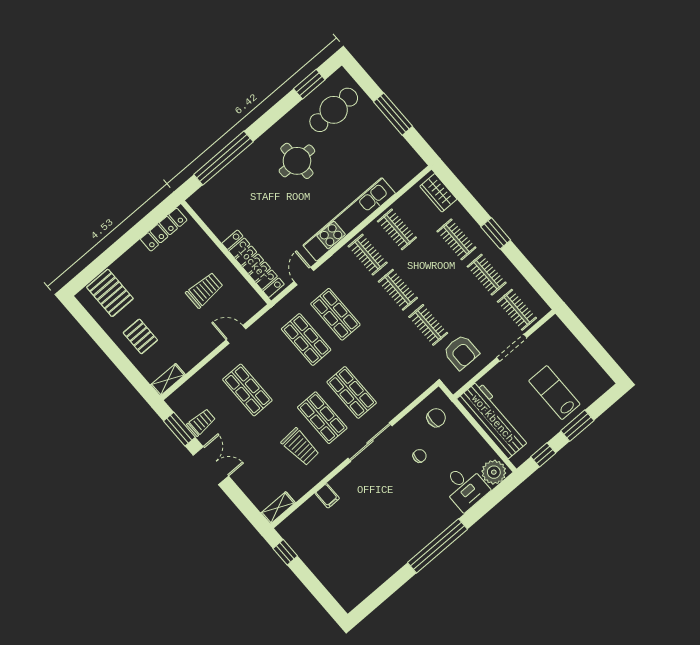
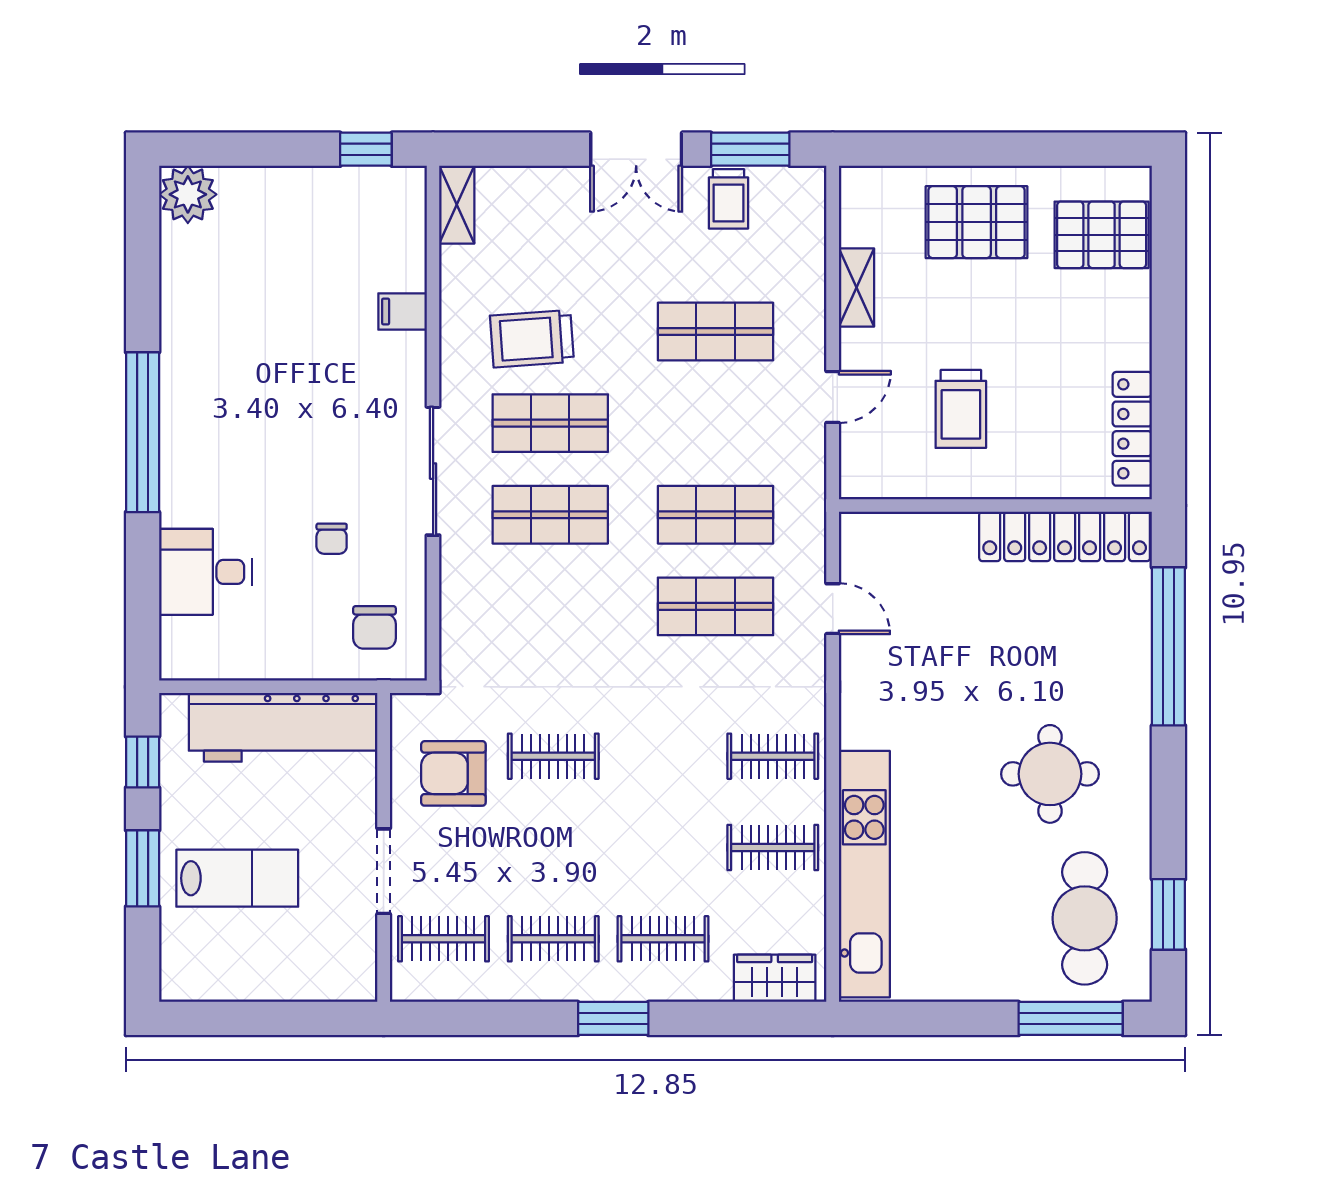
window: (393, 114) -> (1071, 1018), moved
kitchen unit: (349, 219) -> (864, 874), moved
locker: (253, 264) -> (1065, 536), moved
clothes rail: (398, 290) -> (663, 756), removed
pallet: (140, 336) -> (977, 222), width x1.50, depth x1.42
shelving: (168, 380) -> (856, 287), moved
plant: (494, 472) -> (188, 194), moved

